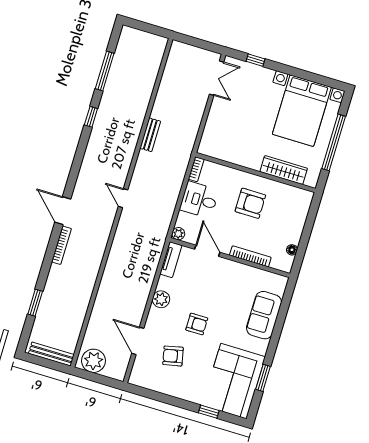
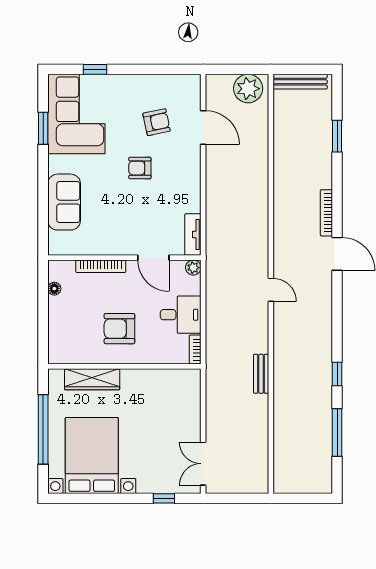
plant: (161, 299) -> (191, 185), removed

